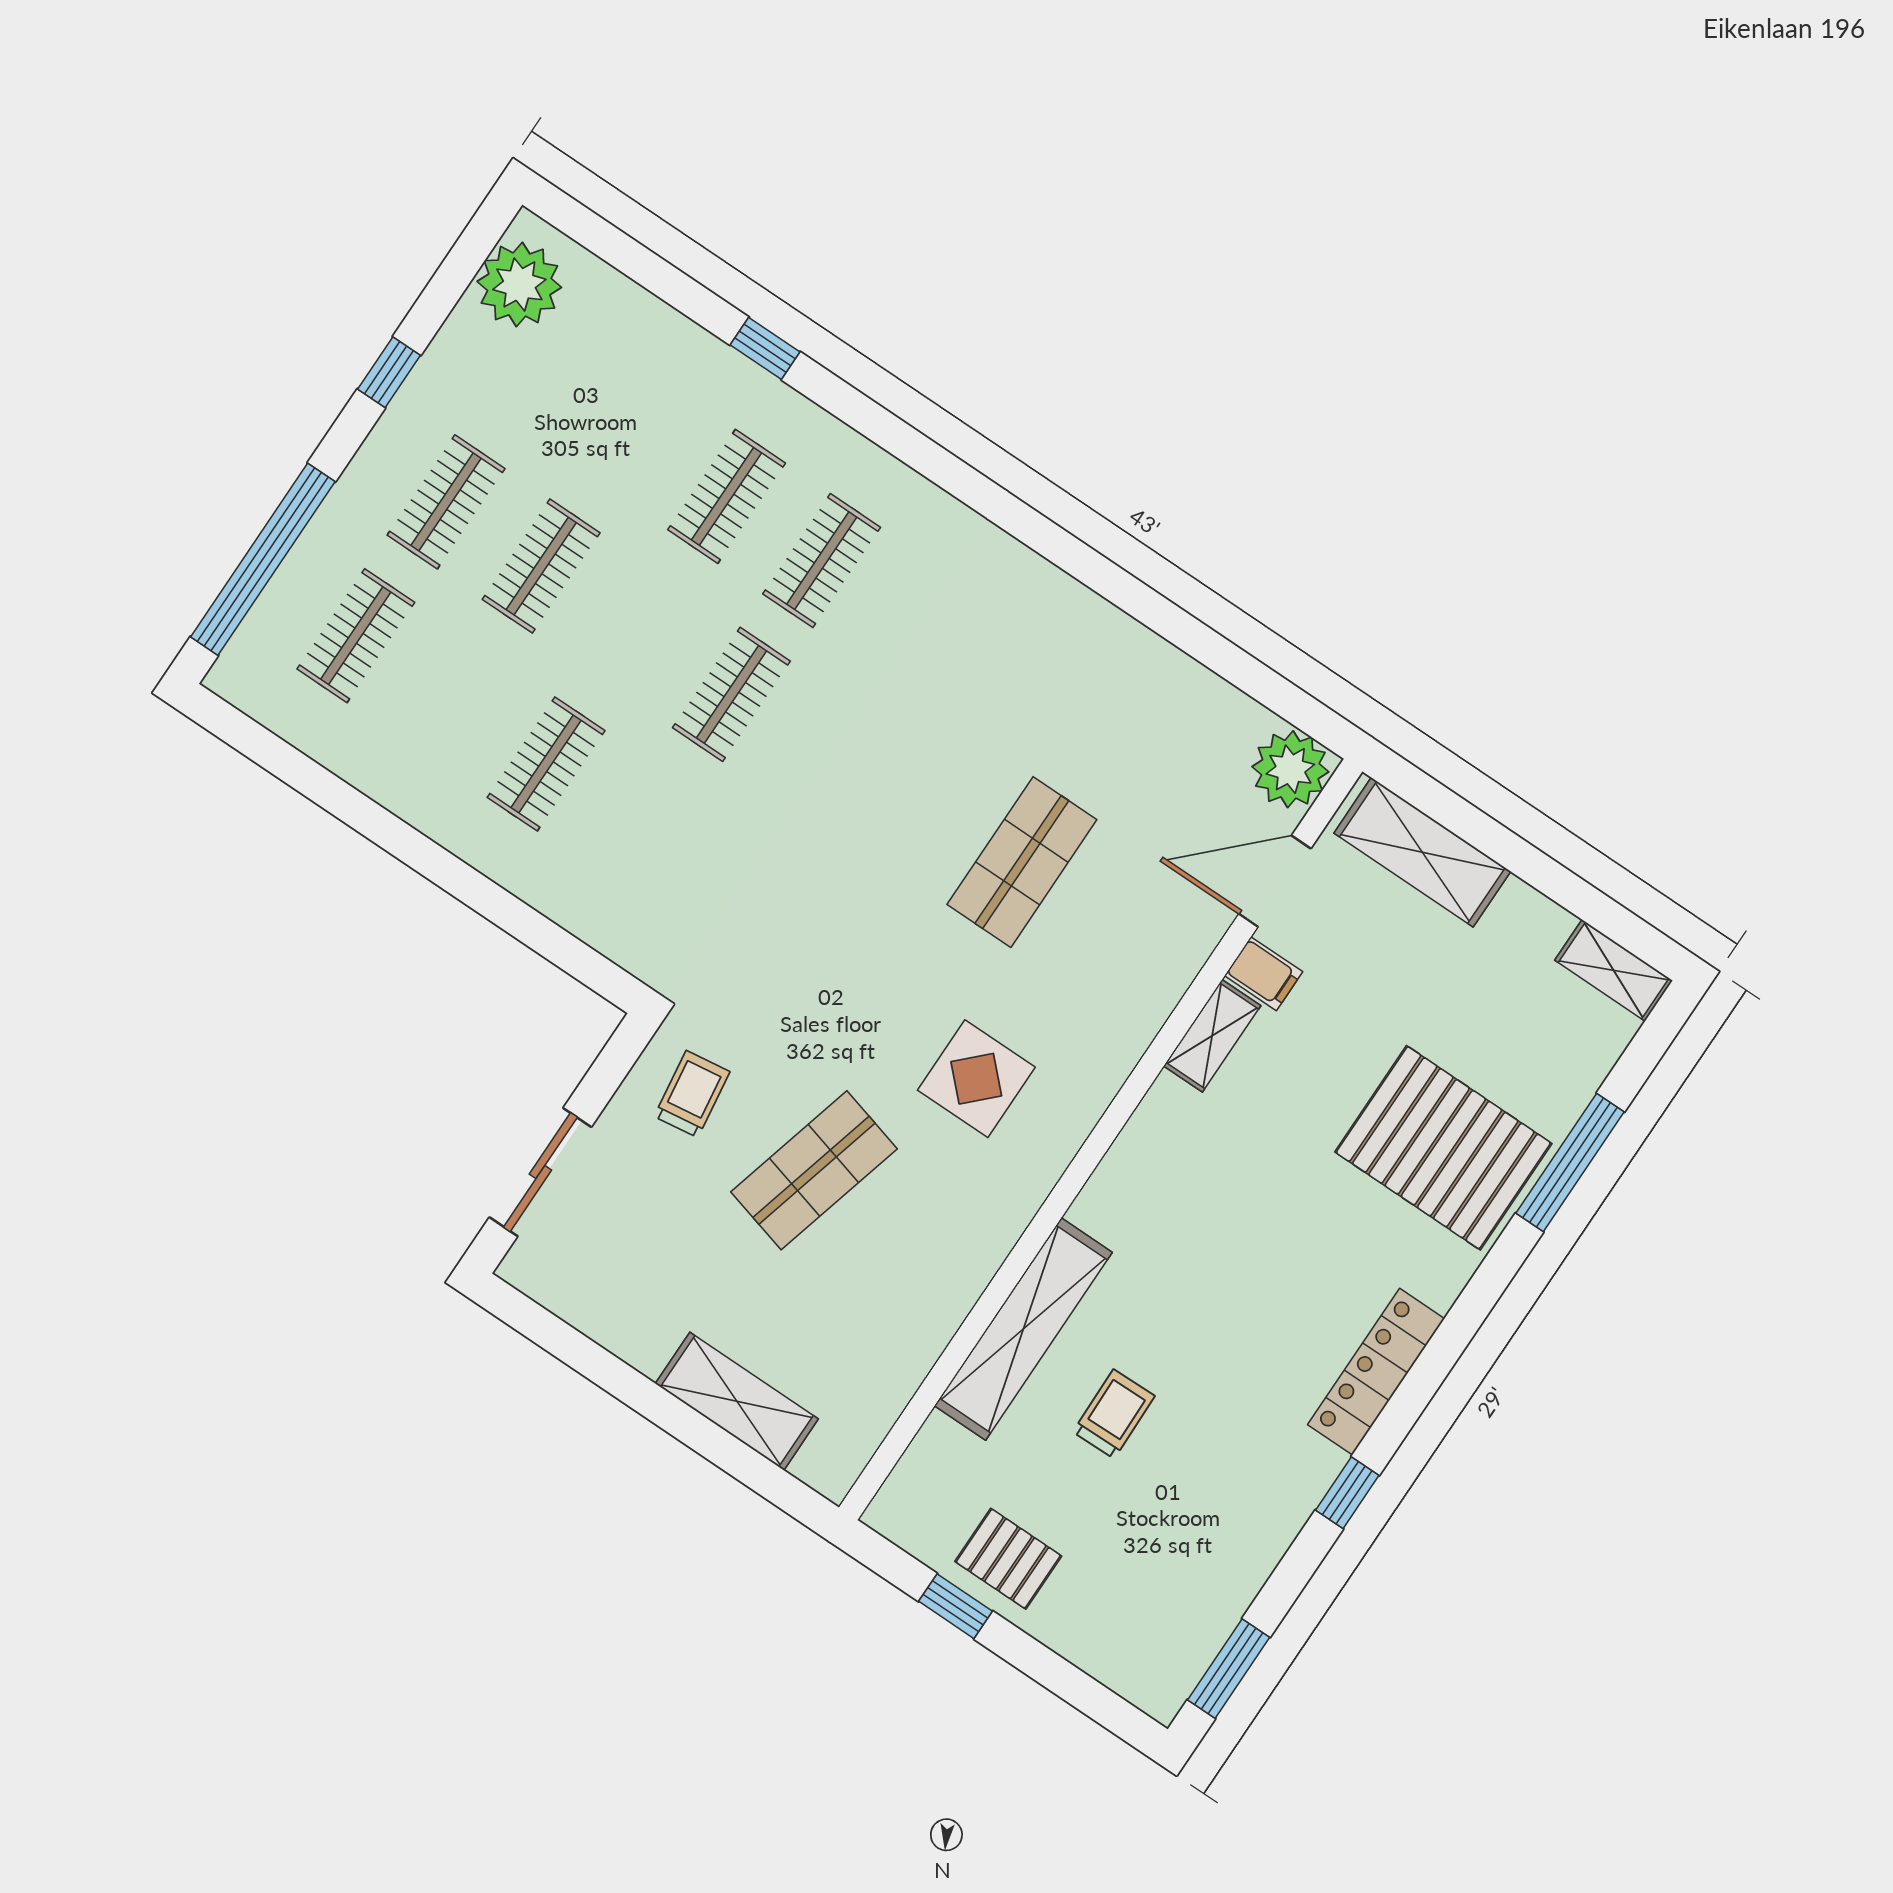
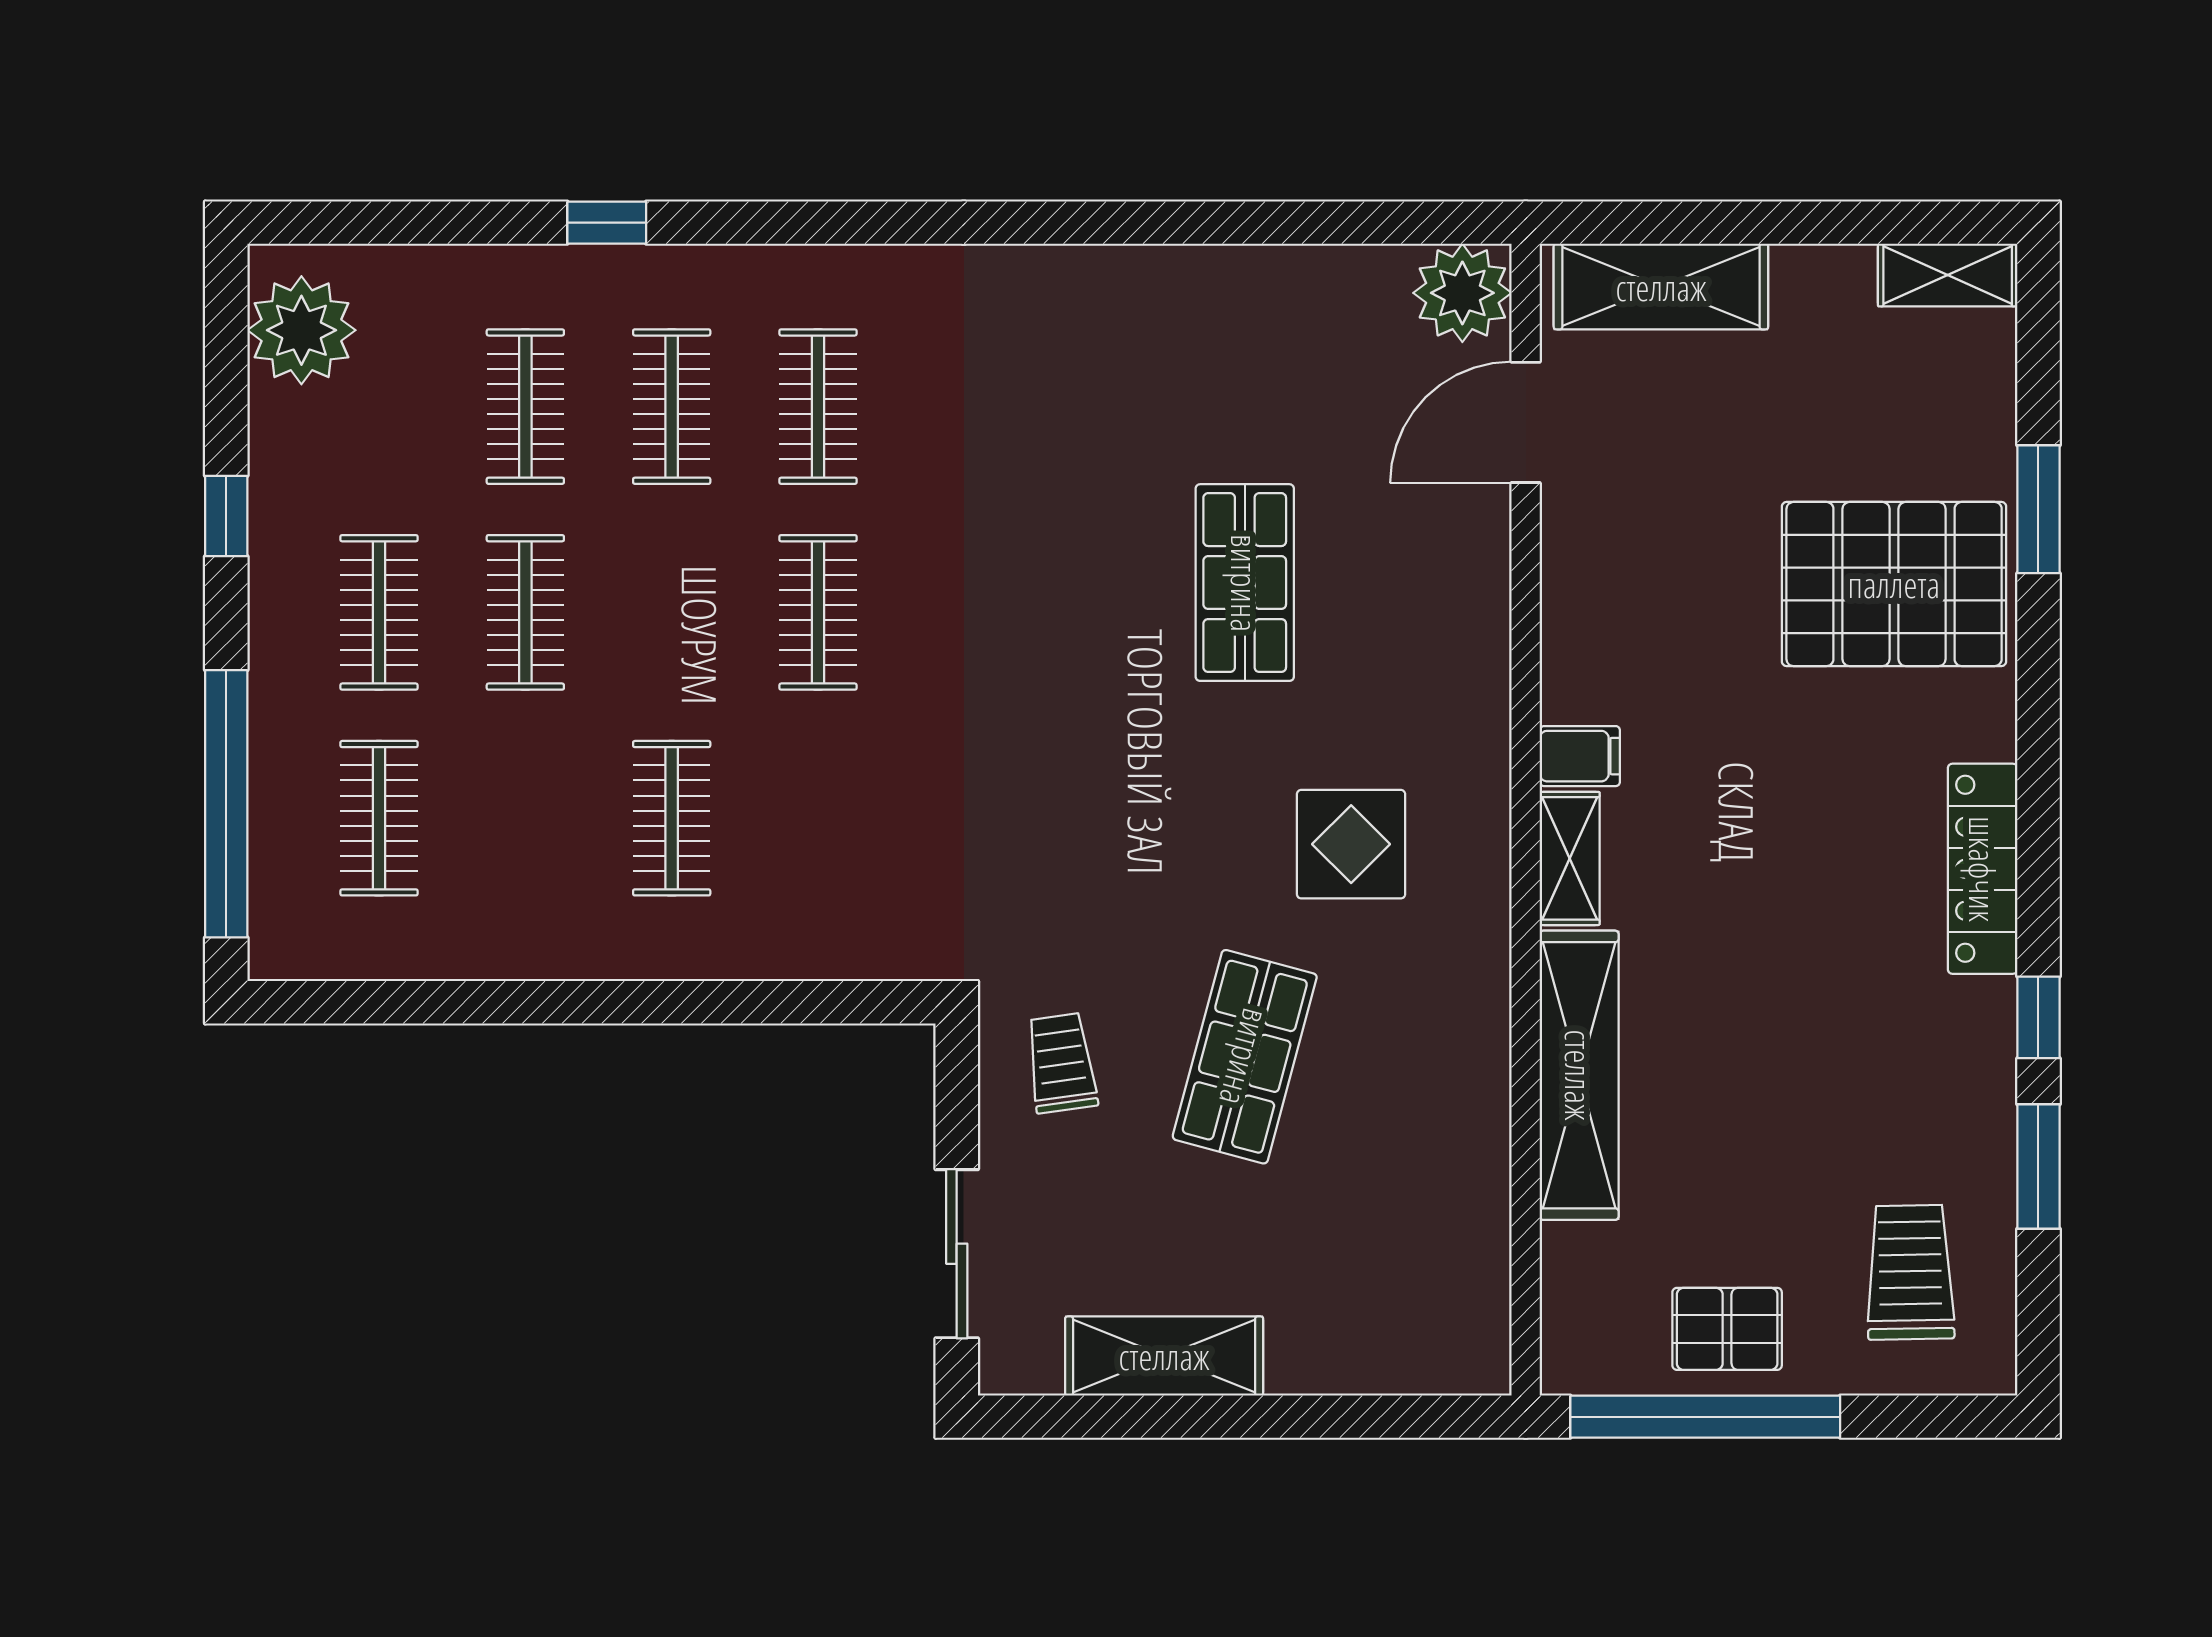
clothes rail: (631, 432) -> (525, 407), added
filing cabinet: (1264, 974) -> (1580, 756), moved
shelving: (1212, 1036) -> (1570, 858), moved
window: (1570, 1162) -> (2038, 509), width x0.69
shelving: (737, 1401) -> (1164, 1356), moved
trolley: (1114, 1414) -> (1910, 1272), moved, width x1.36, depth x1.39
window: (956, 1606) -> (1705, 1417), width x3.17
window: (1229, 1669) -> (2038, 1167), moved

